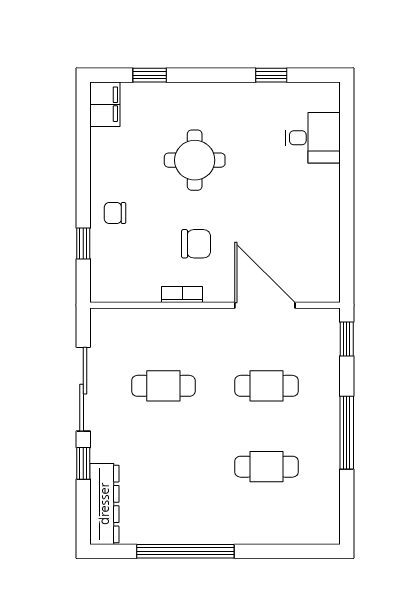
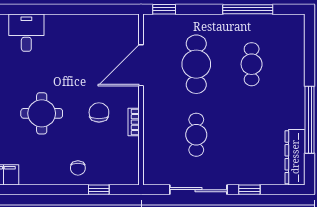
cafe table: (267, 386) -> (196, 64), width x1.37, depth x1.35
window: (347, 433) -> (248, 9), moved
dresser: (104, 504) -> (295, 157), moved, turned -90

